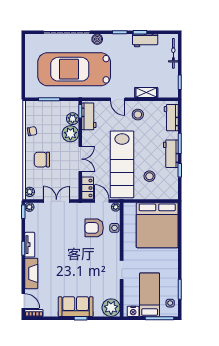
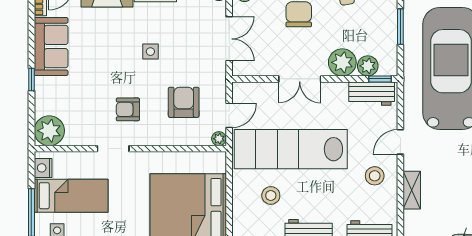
locker: (88, 188) -> (251, 91), removed
side table: (114, 228) -> (150, 52), moved
armchair: (98, 261) -> (128, 109), added
sofa: (76, 307) -> (51, 47), moved

